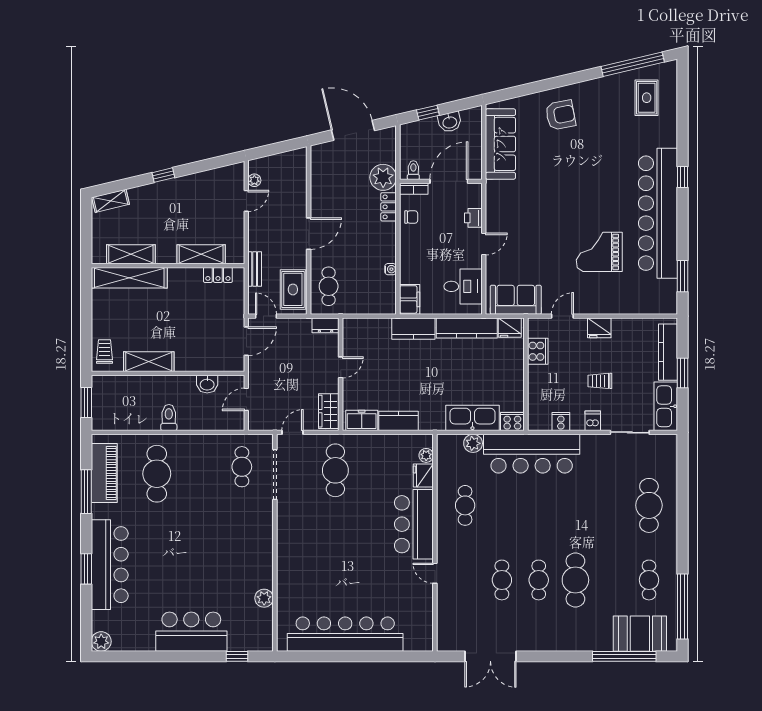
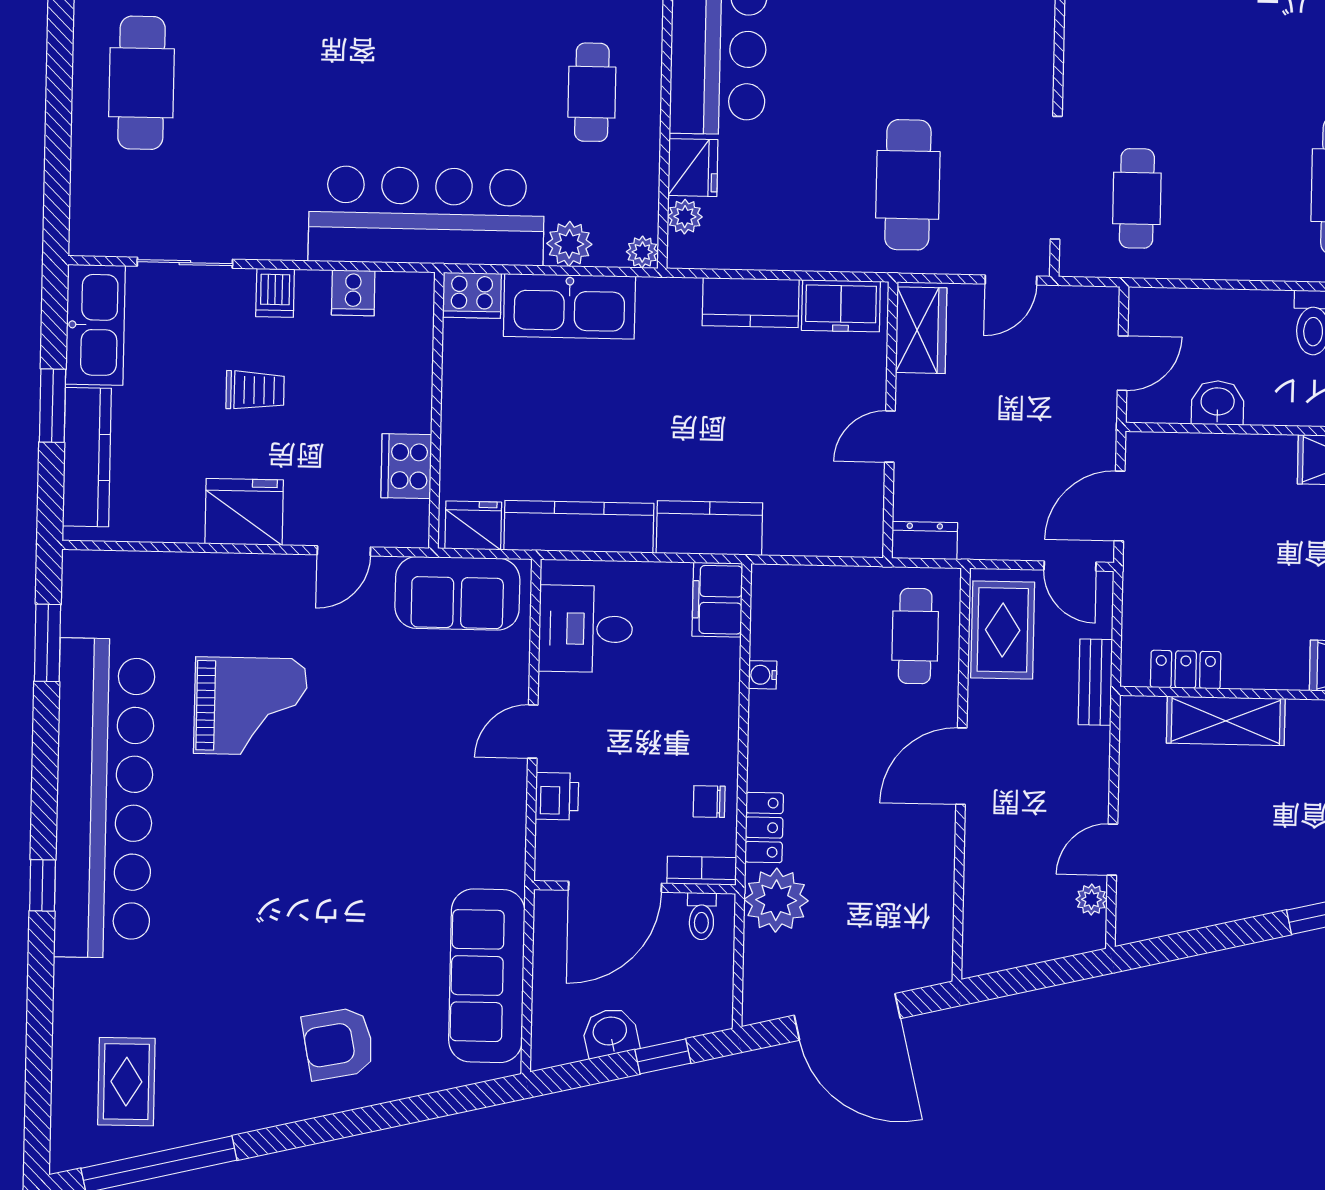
fridge: (599, 328) -> (244, 512), width x1.36, depth x1.34
plant: (443, 441) -> (642, 252), added

